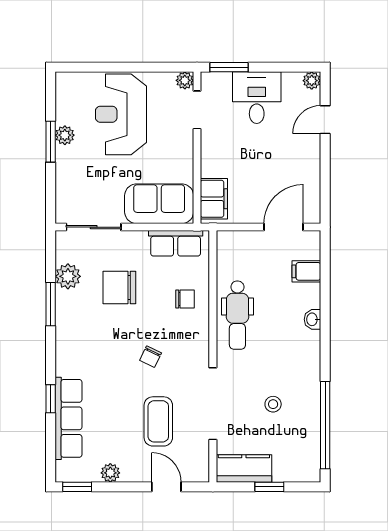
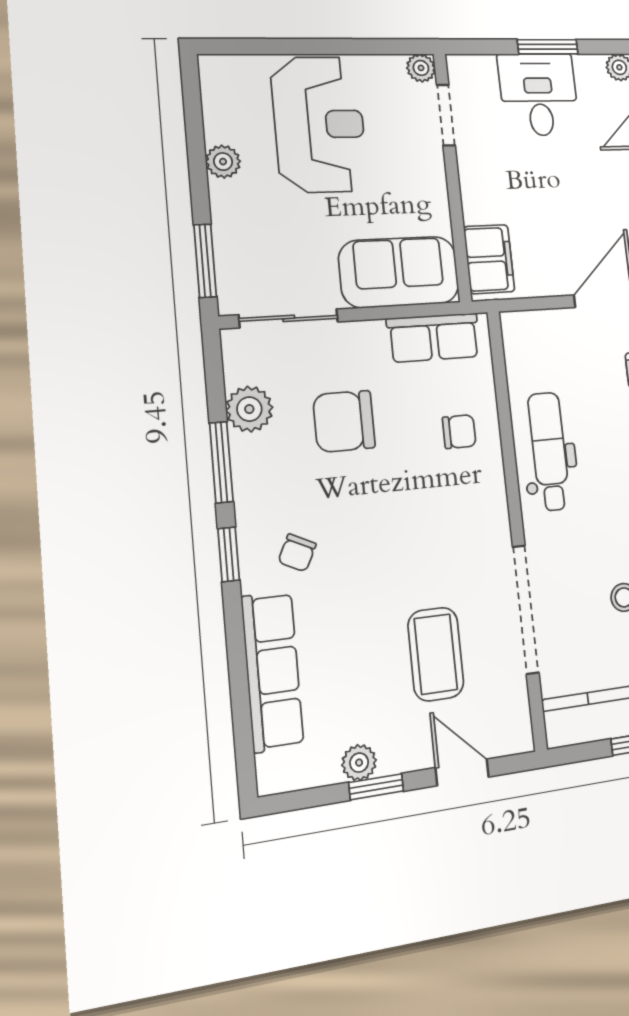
window: (229, 67) -> (548, 47), moved
reception desk: (121, 114) -> (319, 124), turned 180
window: (51, 142) -> (205, 261), moved
dental chair: (237, 315) -> (549, 451), turned 180
chair: (151, 357) -> (297, 553), moved
window: (51, 399) -> (229, 554), moved
window: (77, 487) -> (376, 787), moved

